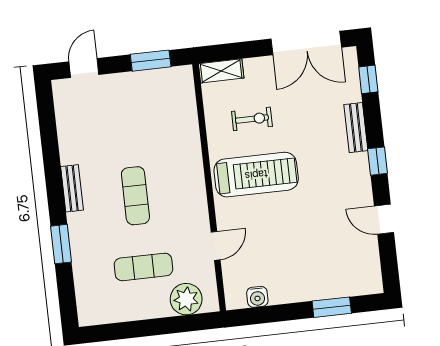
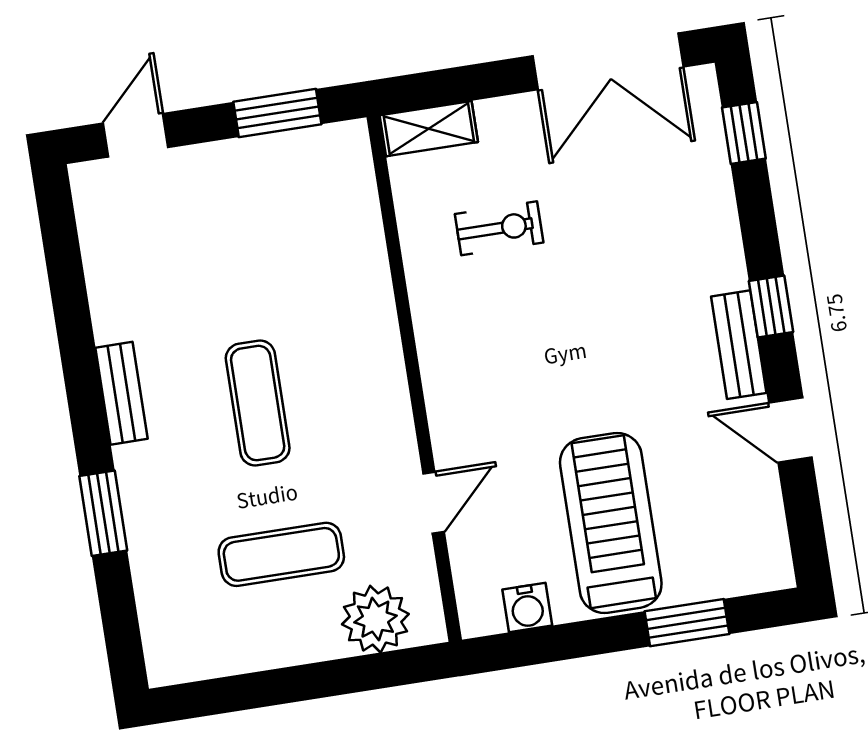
bench: (356, 128) -> (739, 345), moved
treadmill: (256, 175) -> (611, 523), moved, turned -90

